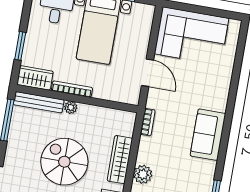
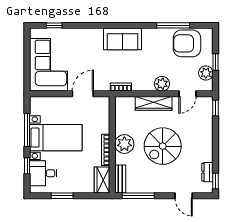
window: (20, 46) -> (62, 196), moved
window: (240, 52) -> (54, 25), added
bench: (39, 102) -> (120, 179), width x0.73
plant: (71, 107) -> (124, 144), width x1.87, depth x1.87

